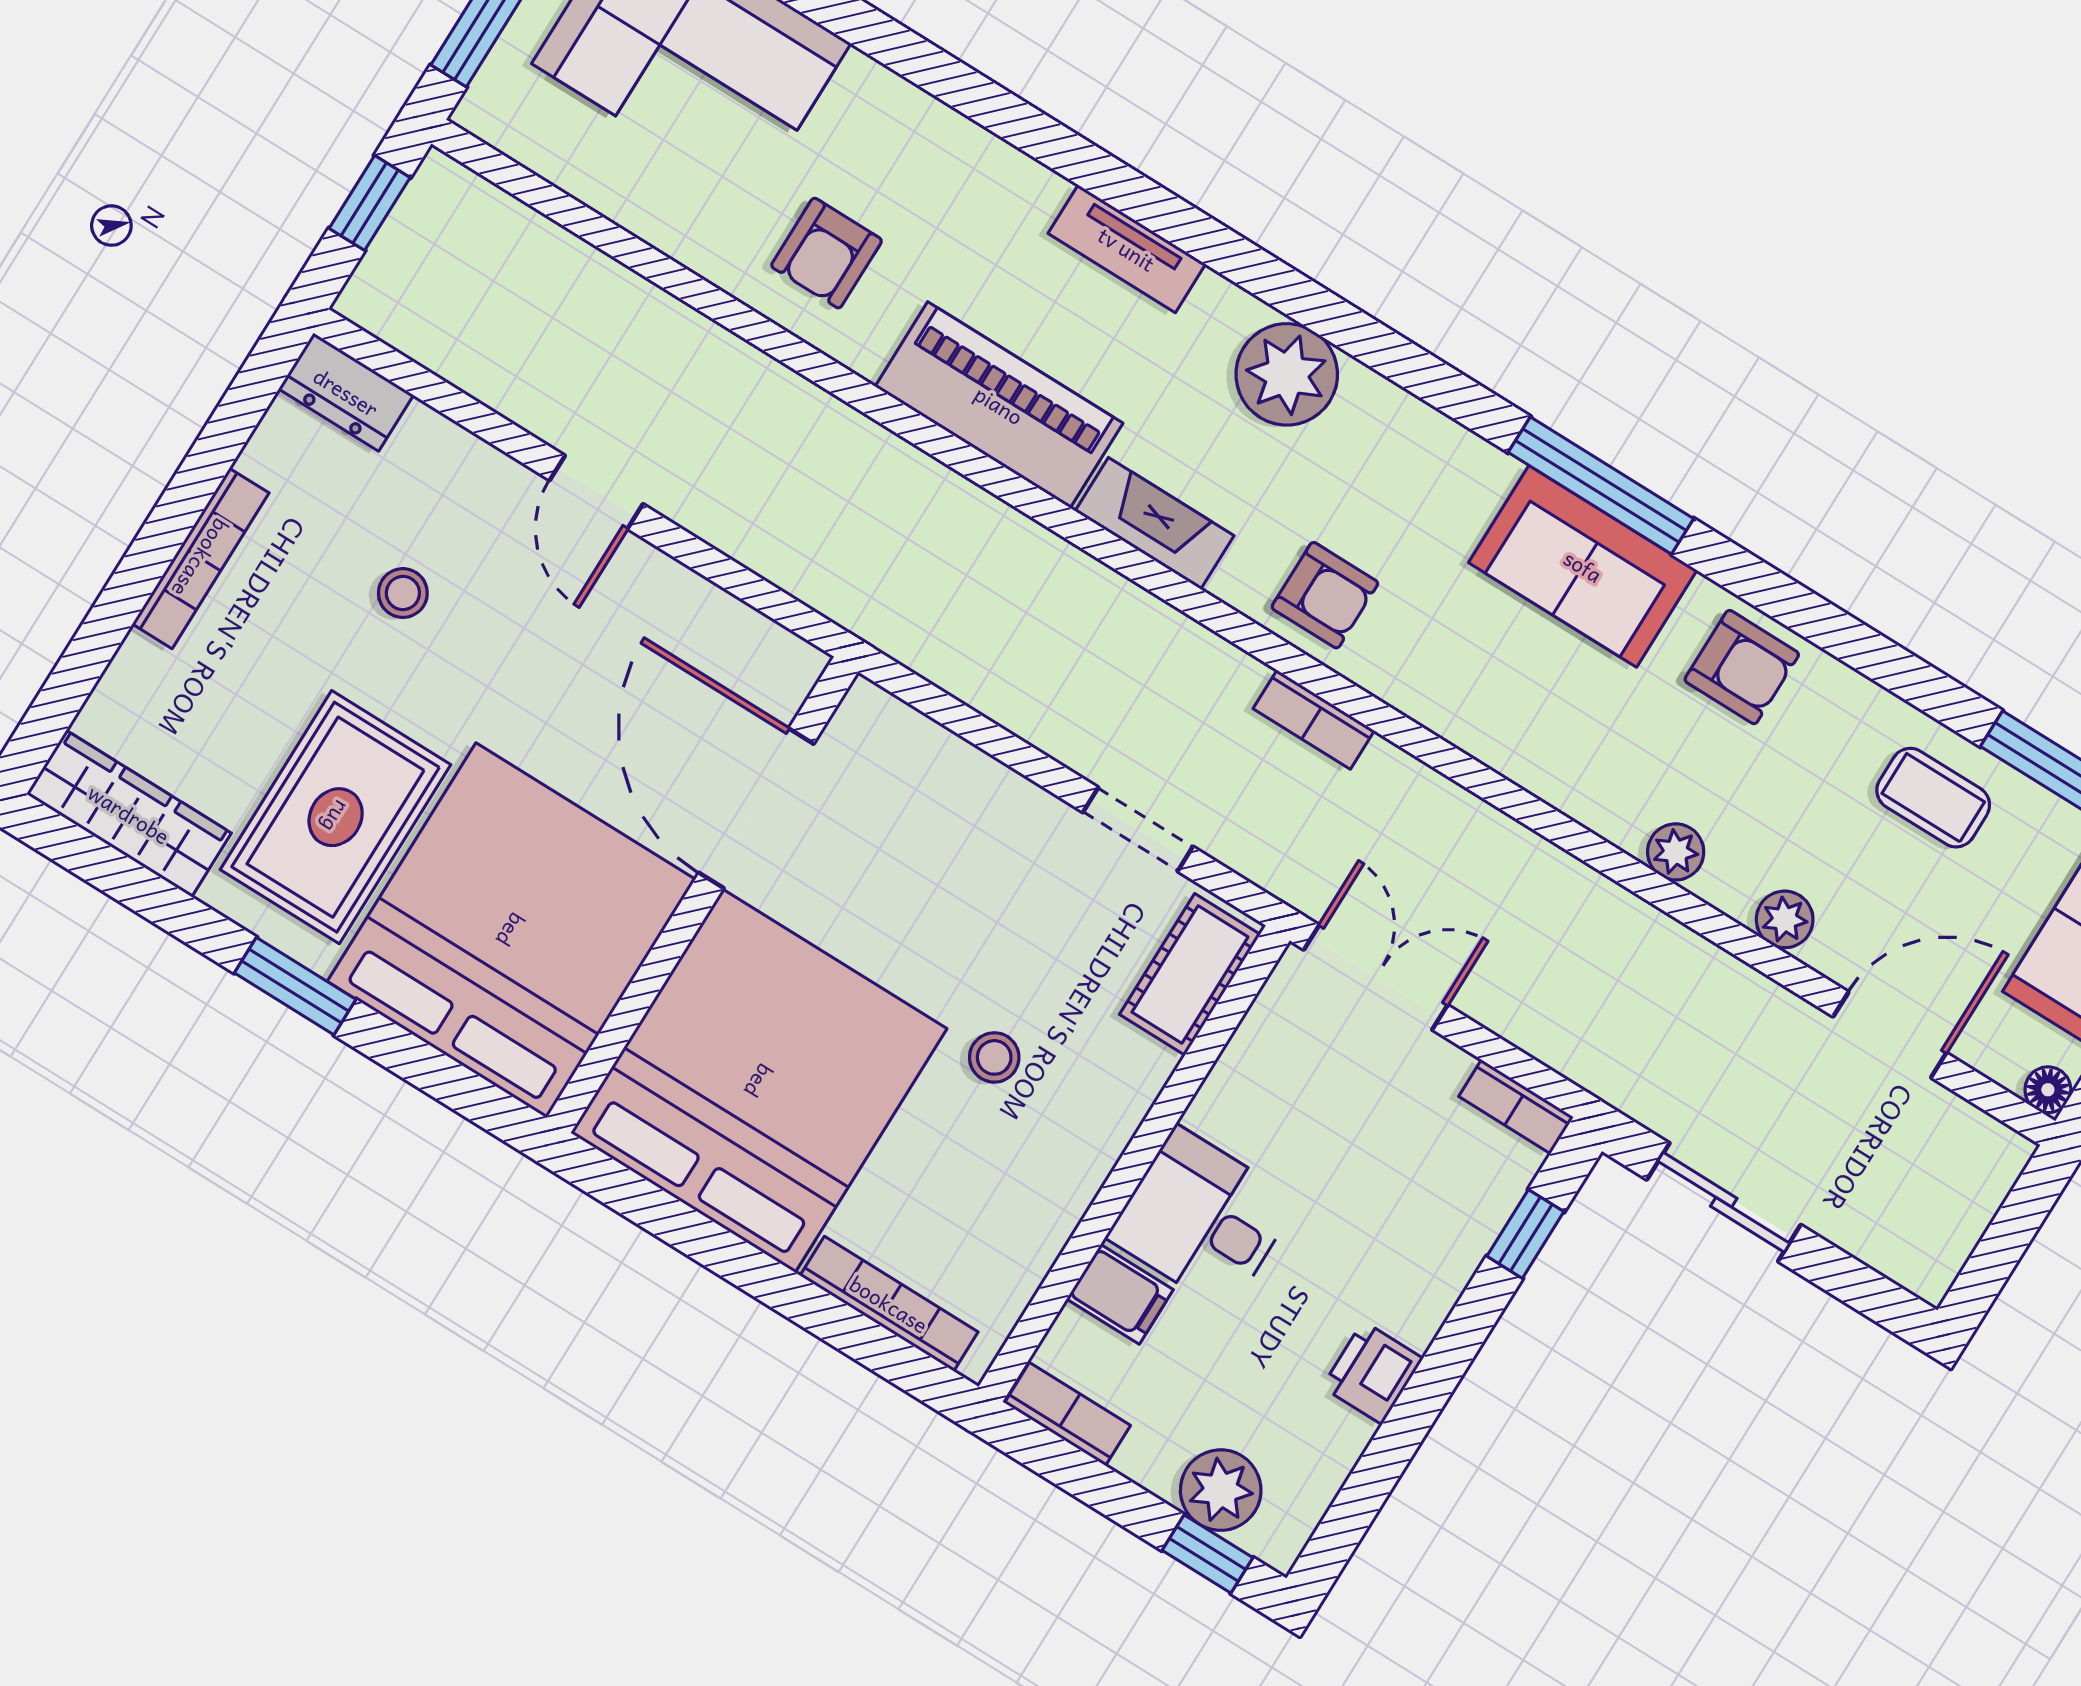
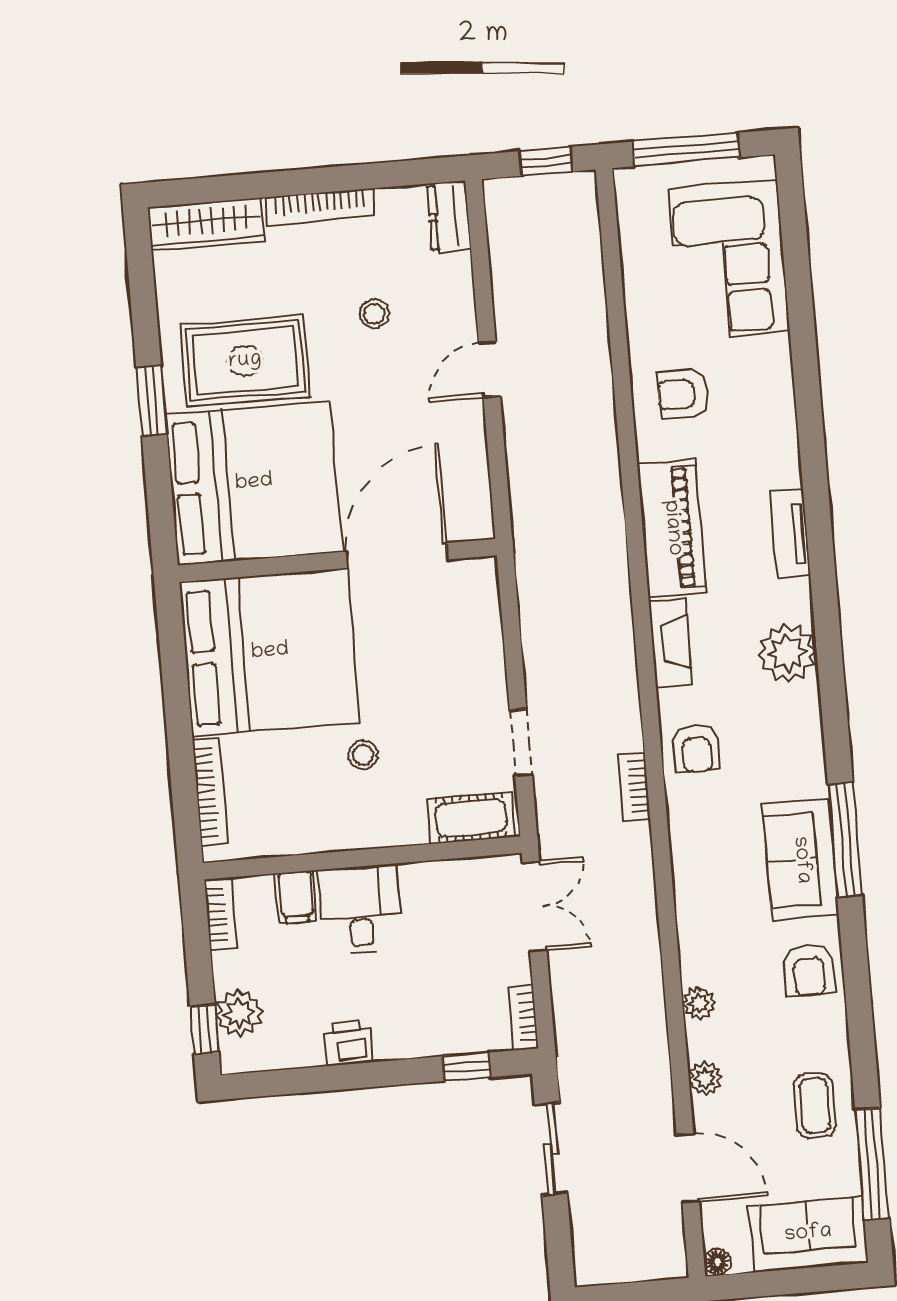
wardrobe: (129, 814) -> (206, 224), moved, turned 90

